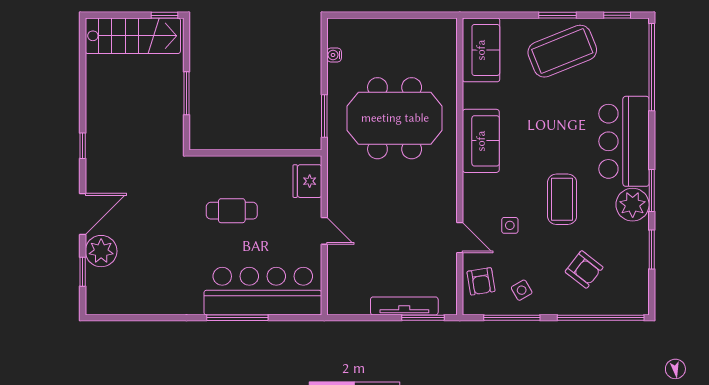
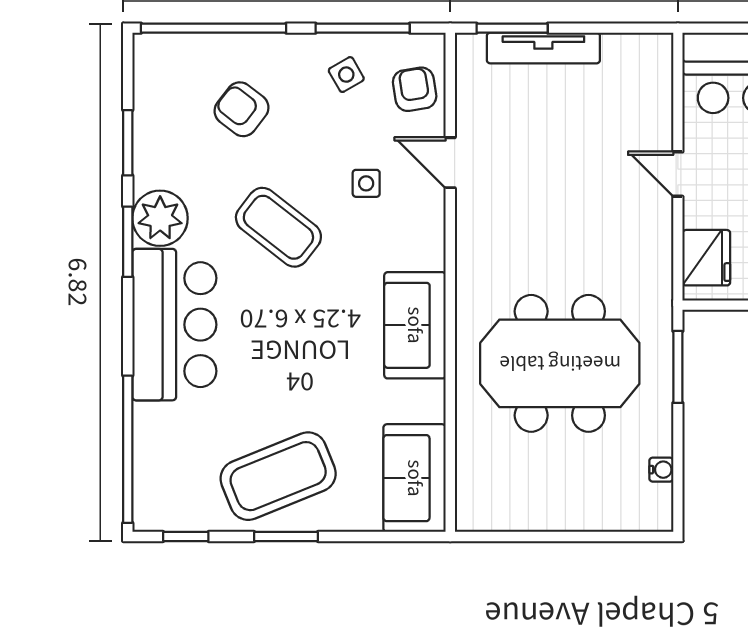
coffee table: (562, 199) -> (278, 227), turned -52

